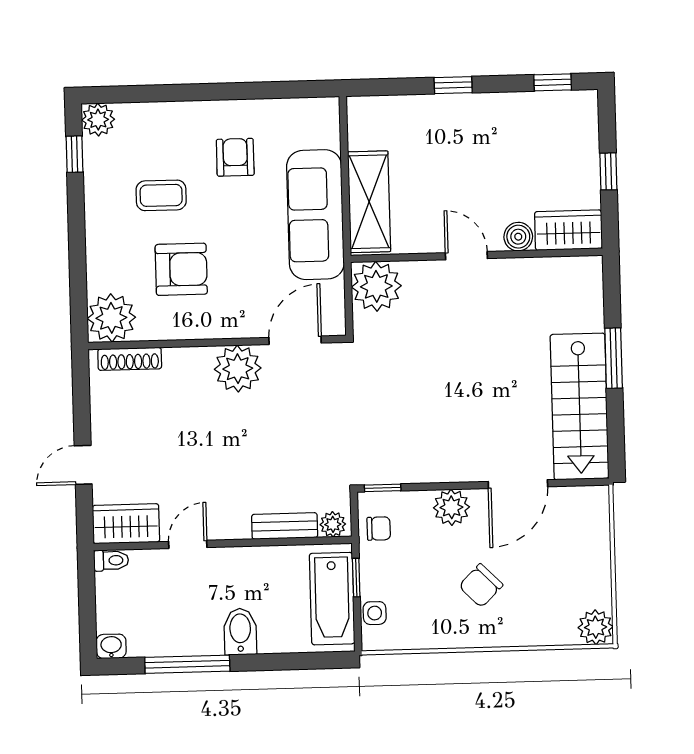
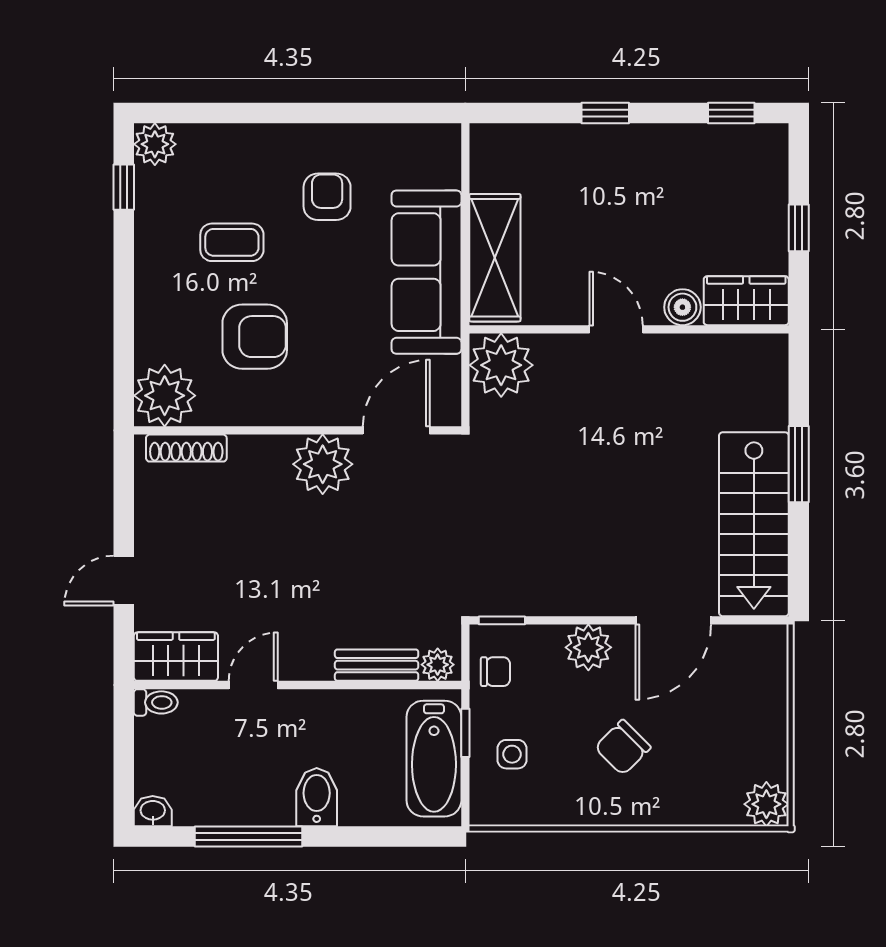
side table: (375, 613) -> (512, 754), moved

